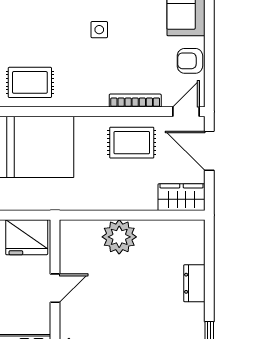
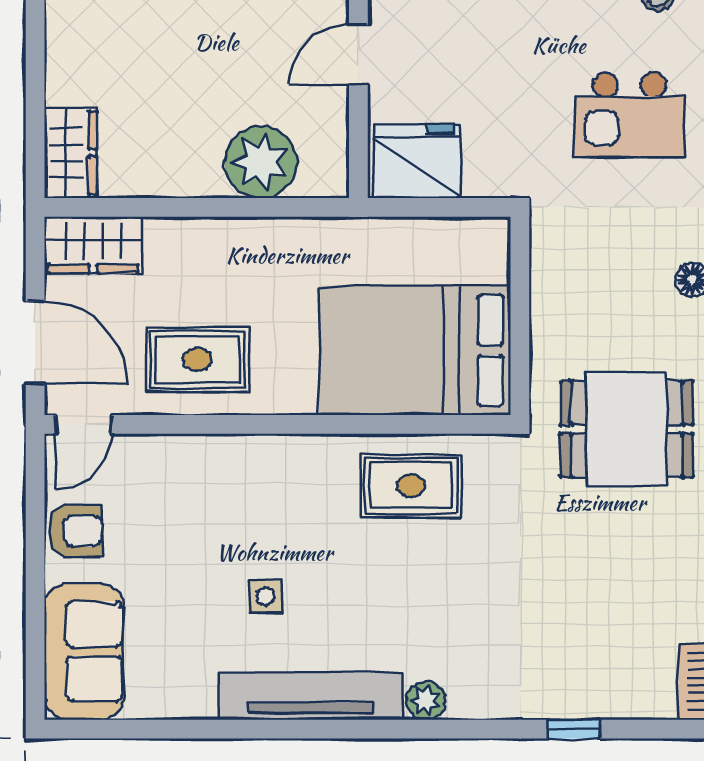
bookcase: (135, 101) -> (190, 448), removed
plant: (119, 237) -> (261, 162), moved
wardrobe: (192, 241) -> (71, 153), added
dresser: (194, 283) -> (66, 65), removed

